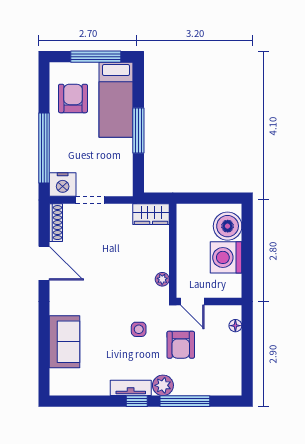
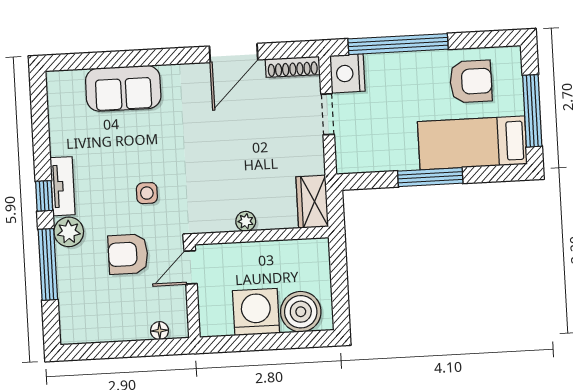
plant: (162, 279) -> (246, 221), moved

